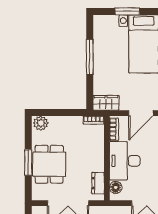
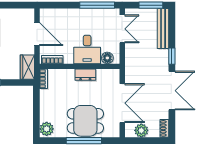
desk: (125, 161) -> (87, 49), width x0.73
window: (28, 163) -> (84, 141), width x1.44
dresser: (98, 183) -> (85, 75), moved

